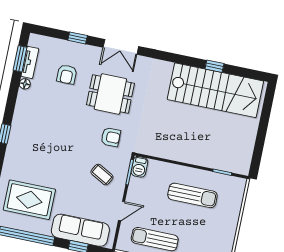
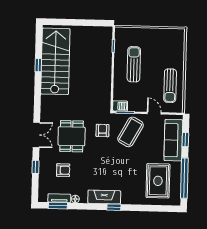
fireplace: (21, 123) -> (104, 197), added
coffee table: (102, 175) -> (130, 132), width x1.86, depth x1.72

